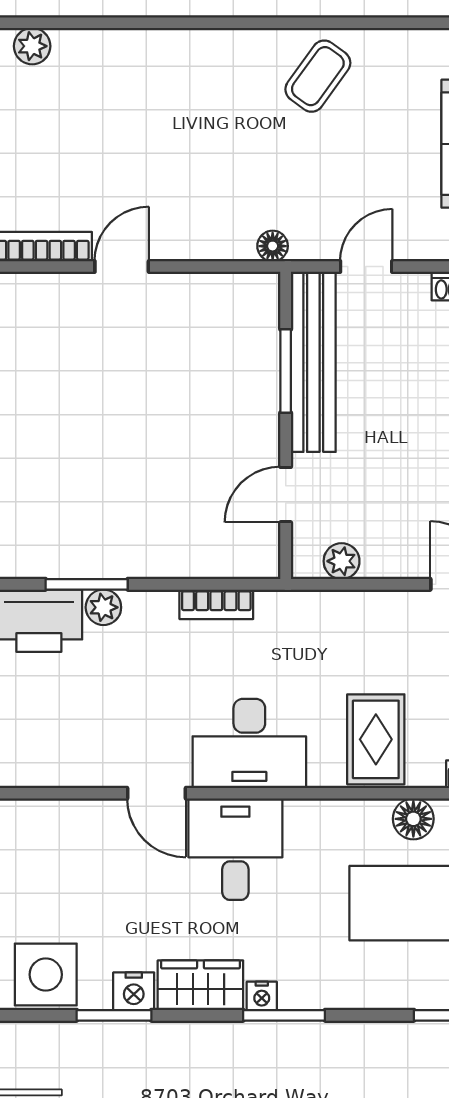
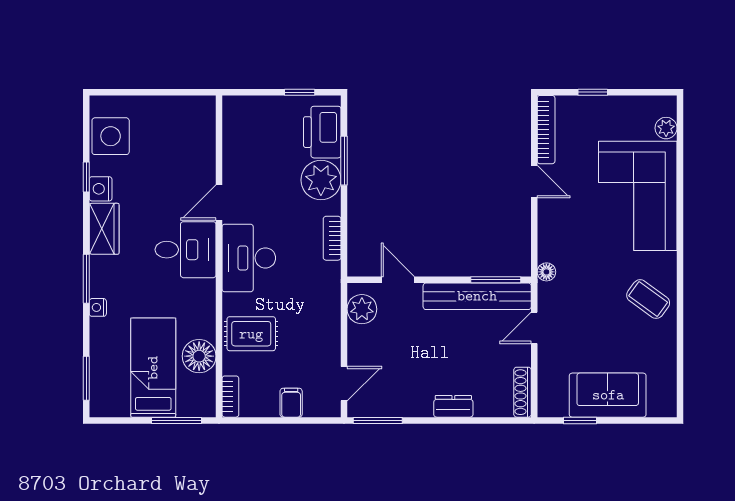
corner sofa: (145, 93) -> (638, 196), added
door: (366, 267) -> (534, 328), swing flipped
window: (286, 371) -> (496, 280), moved
plant: (342, 561) -> (362, 309), width x1.38, depth x1.38
plant: (103, 607) -> (321, 180), width x1.87, depth x1.87
floor lamp: (413, 819) -> (199, 356), width x1.38, depth x1.38
nightstand: (262, 996) -> (98, 307), moved
window: (114, 1015) -> (86, 177), width x0.67

